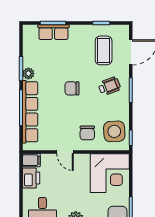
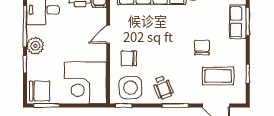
wheelchair: (109, 86) -> (163, 87), moved
chair: (72, 88) -> (202, 48), moved

